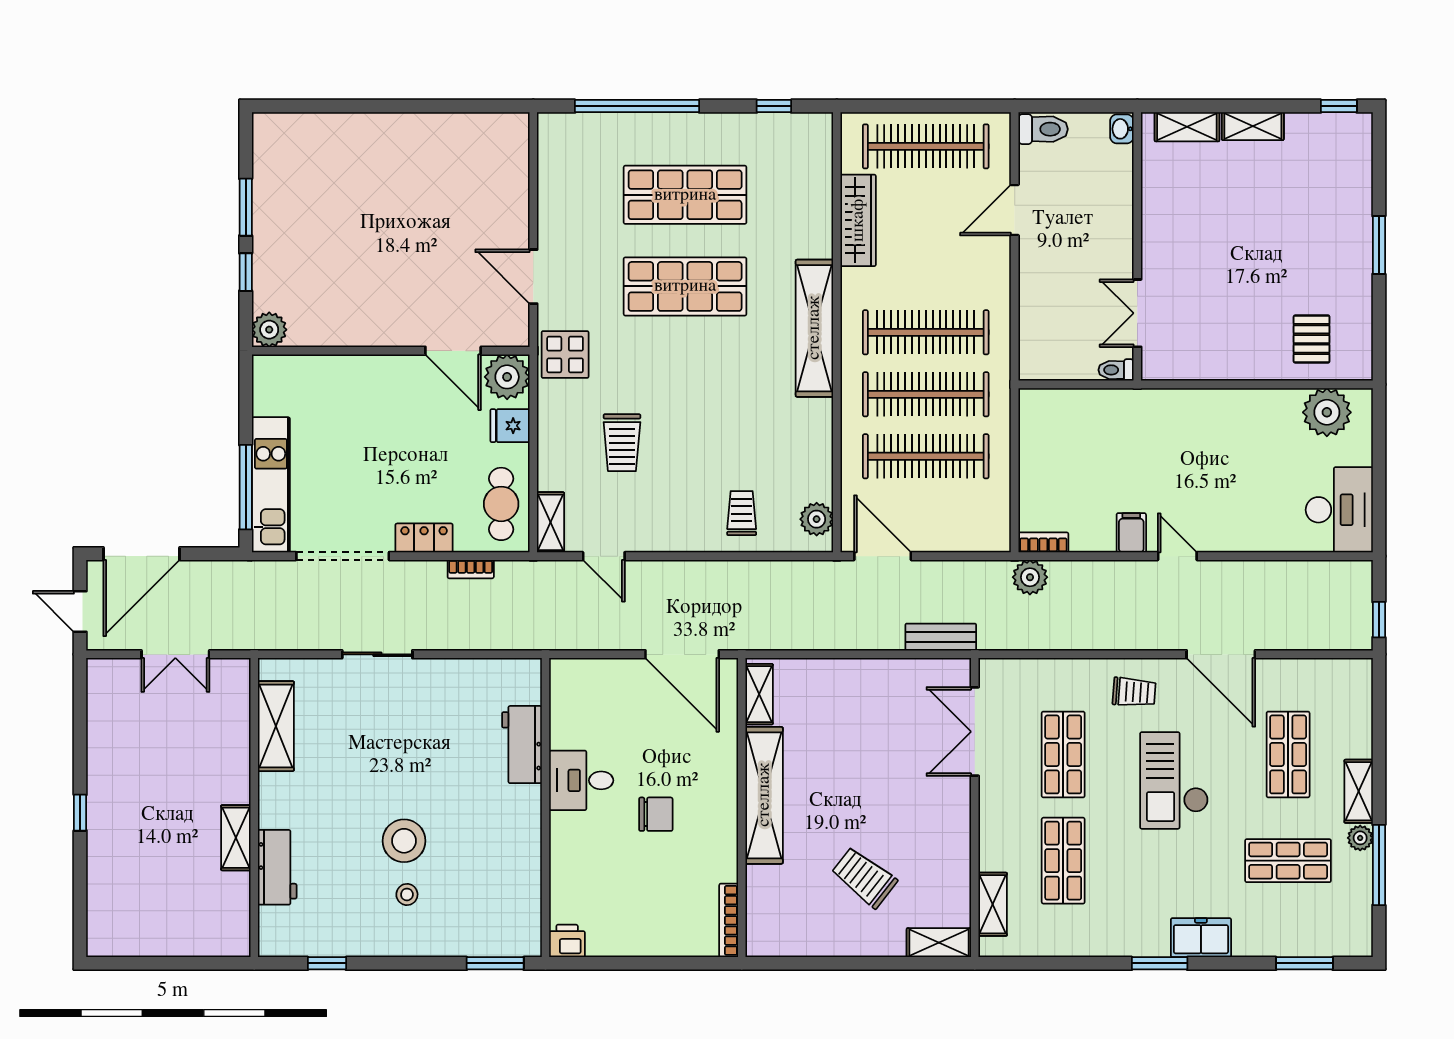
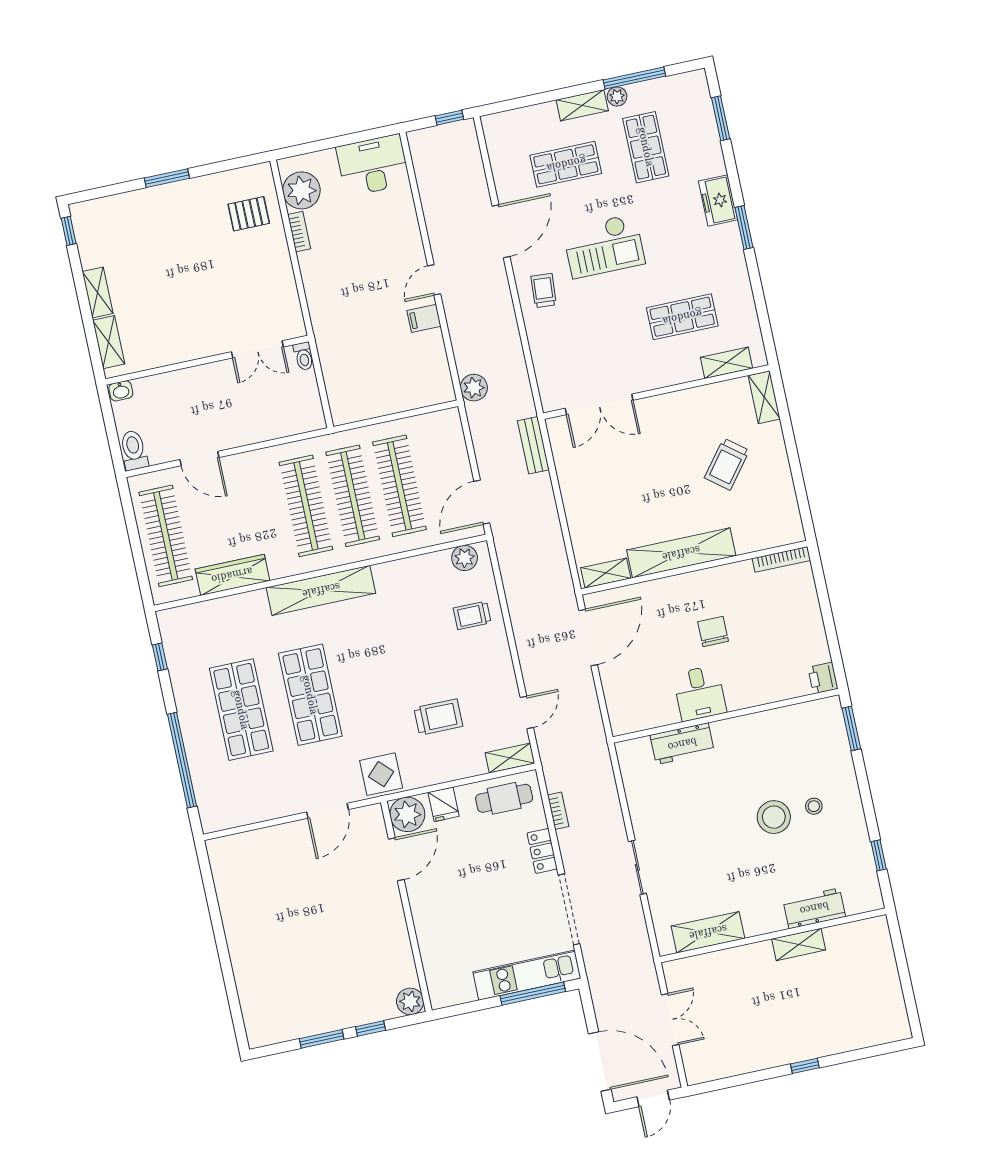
bookcase: (1043, 542) -> (299, 232), moved, turned 180
shop shelf: (1063, 754) -> (602, 334), removed

